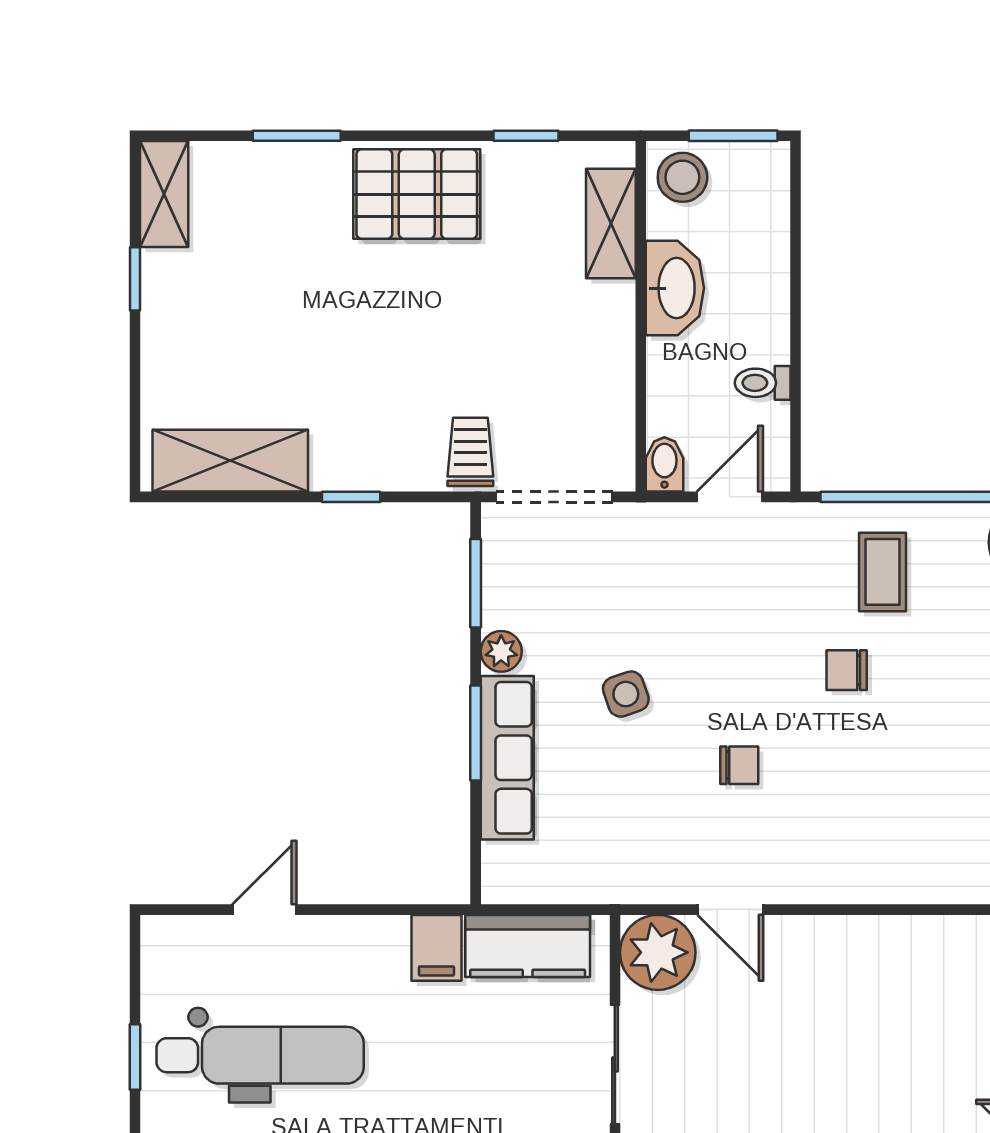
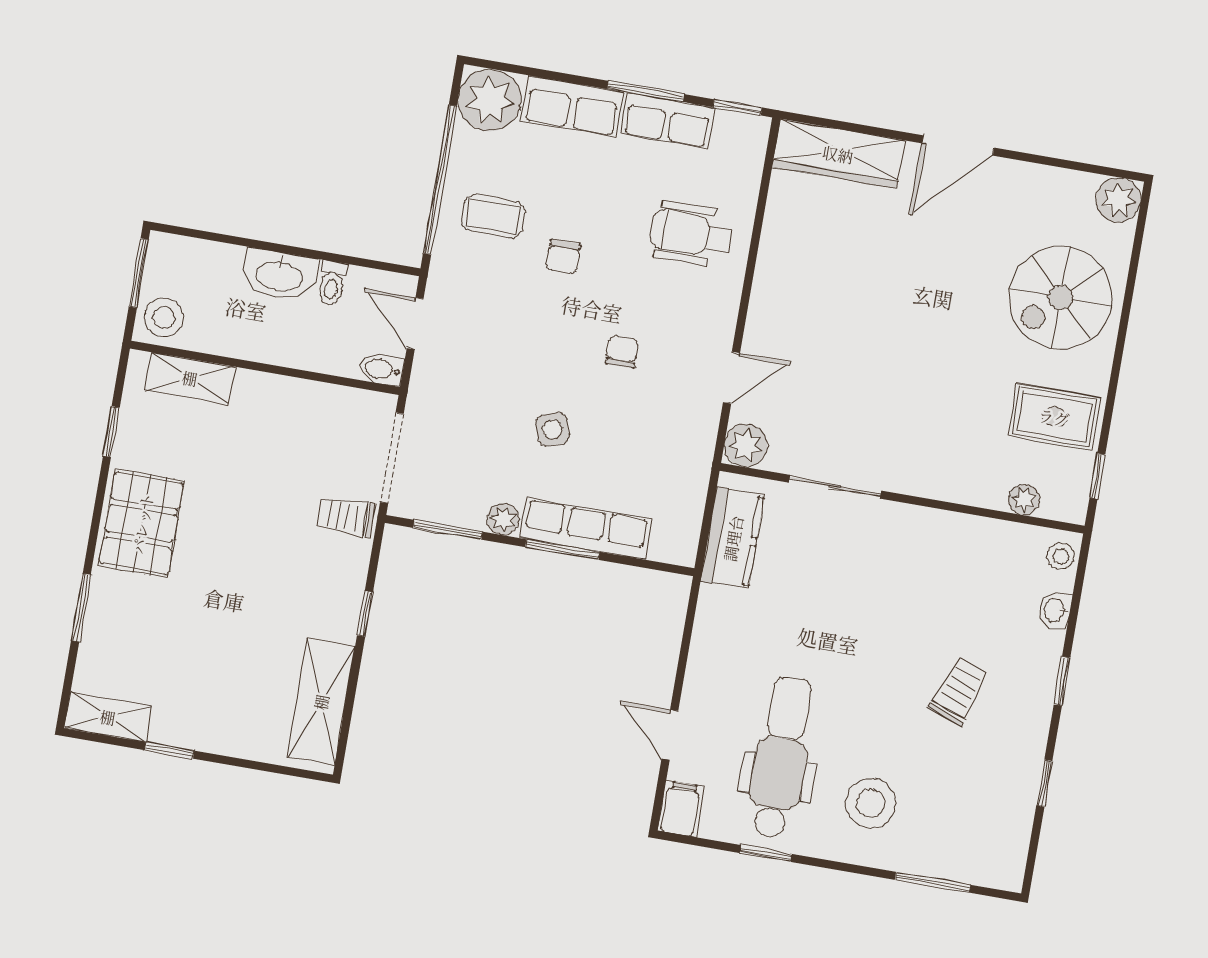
washbasin: (675, 288) -> (279, 275), moved, turned 180
wheelchair: (903, 827) -> (691, 234), added
filing cabinet: (436, 948) -> (681, 809), moved, turned -90
plant: (658, 952) -> (746, 445), width x0.73, depth x0.73

